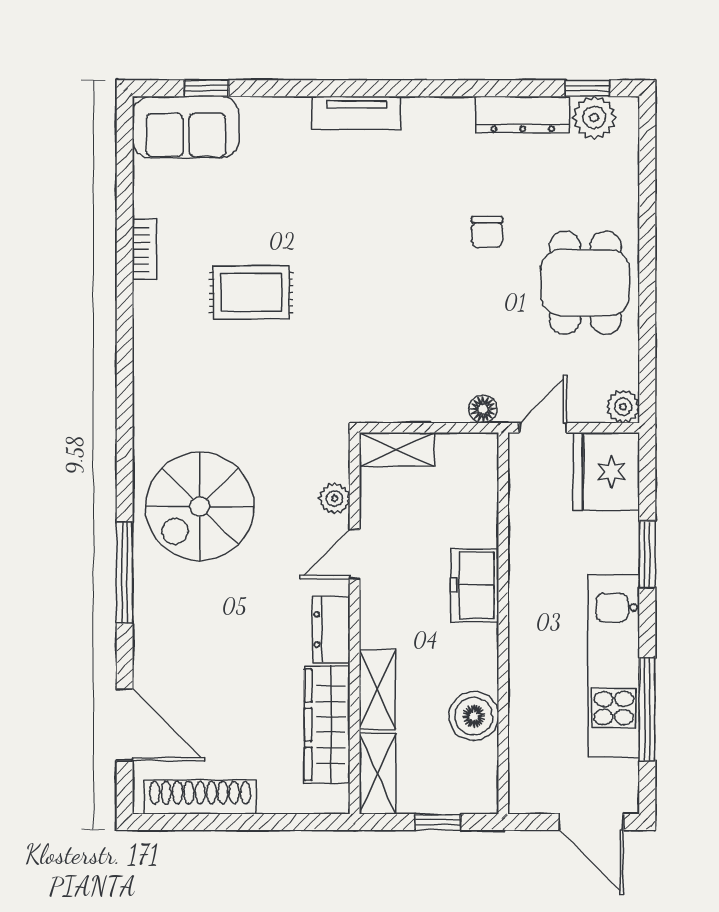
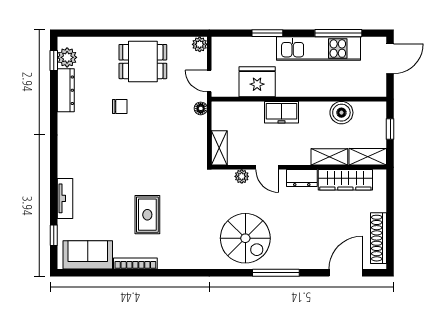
tv unit: (356, 113) -> (65, 198), moved
sofa: (186, 127) -> (88, 255), moved, turned -90
bookcase: (145, 249) -> (135, 264), width x1.56
fridge: (606, 472) -> (257, 82), moved, turned 180

